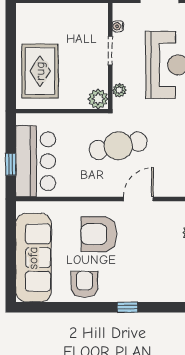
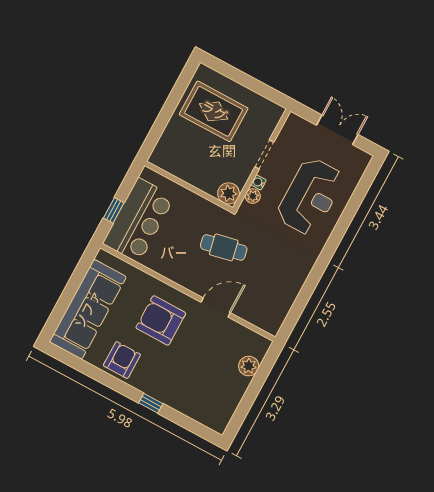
water cooler: (118, 26) -> (258, 182), moved
rug: (40, 71) -> (214, 111), moved, turned 90
cafe table: (118, 146) -> (224, 247), width x0.73, depth x0.74

